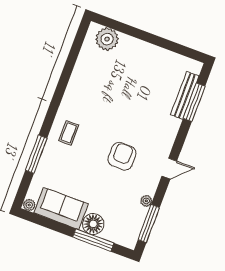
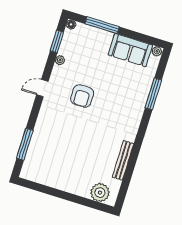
bench: (185, 95) -> (123, 160), moved
coffee table: (69, 133) -> (127, 113), removed
floor lamp: (93, 224) -> (71, 24), moved, width x0.53, depth x0.53
window: (149, 224) -> (57, 41), width x0.69

